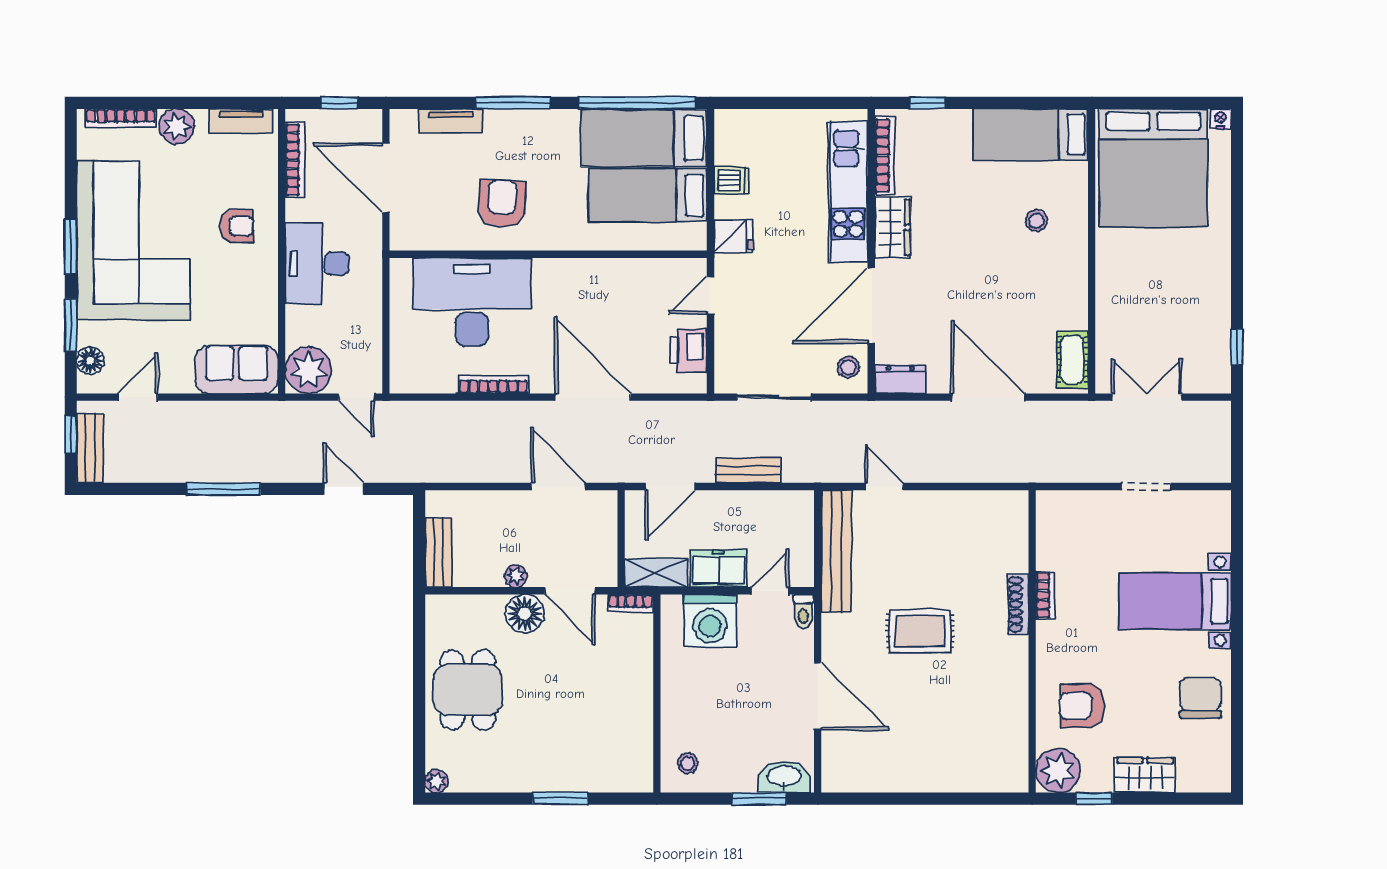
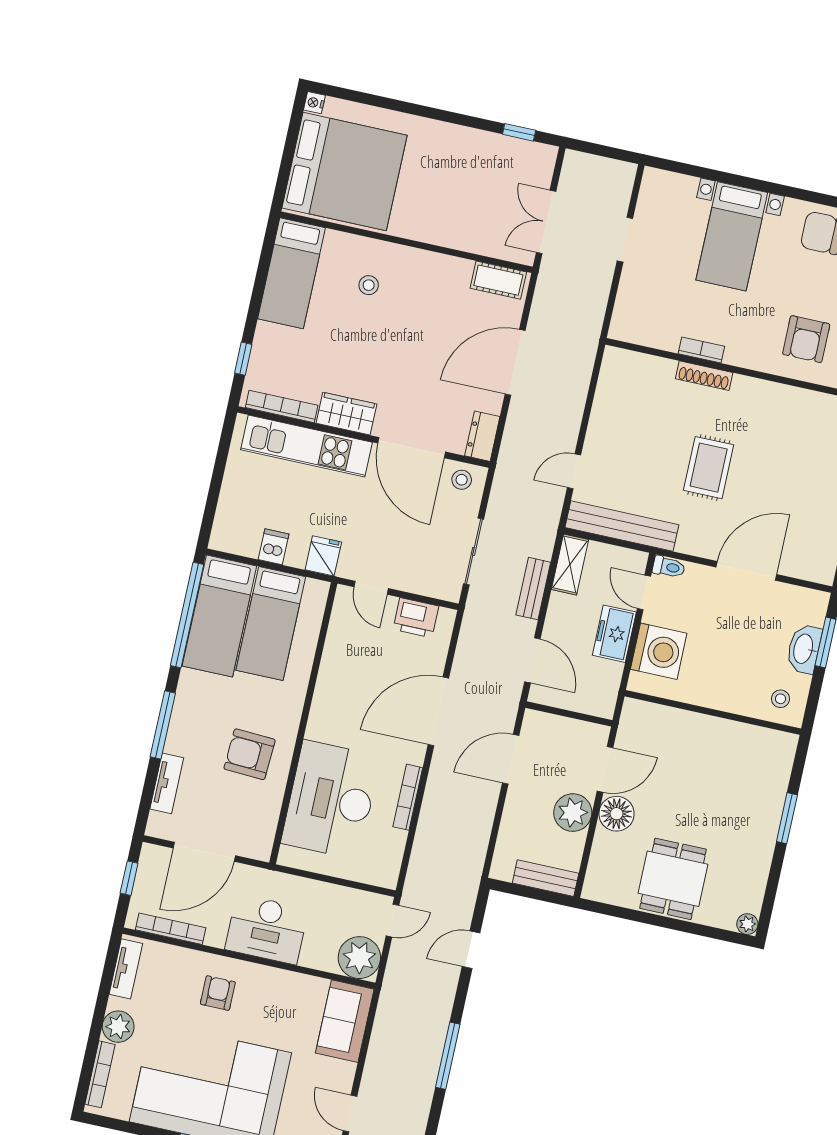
shelving: (656, 573) -> (570, 565), moved
plant: (516, 576) -> (573, 813), width x1.87, depth x1.87
bookcase: (631, 603) -> (628, 718), removed
dining table: (468, 690) -> (673, 879), turned 90
washbasin: (784, 777) -> (804, 649), moved

